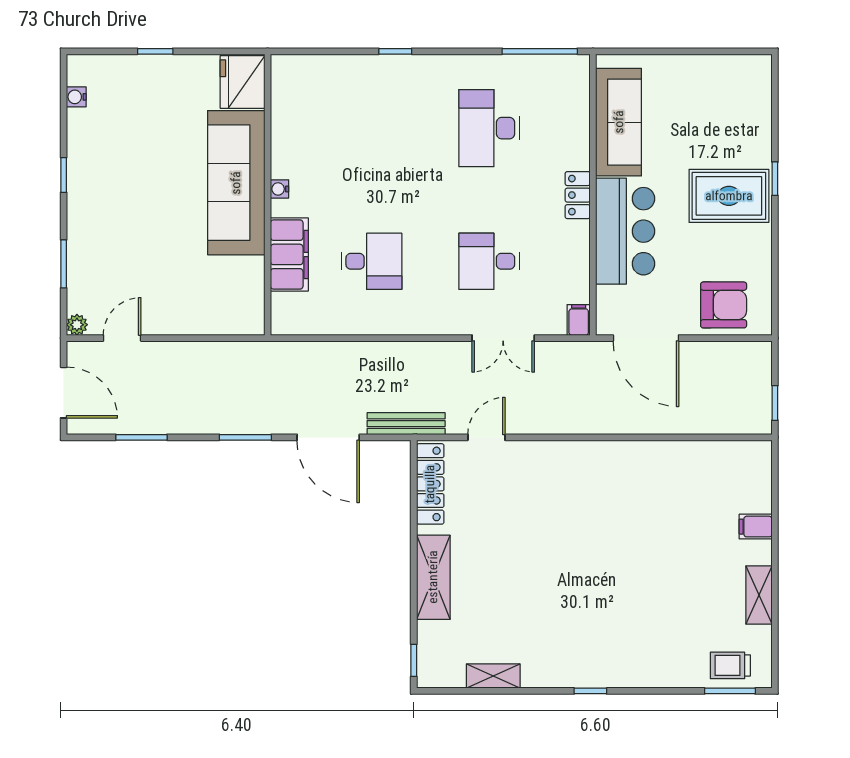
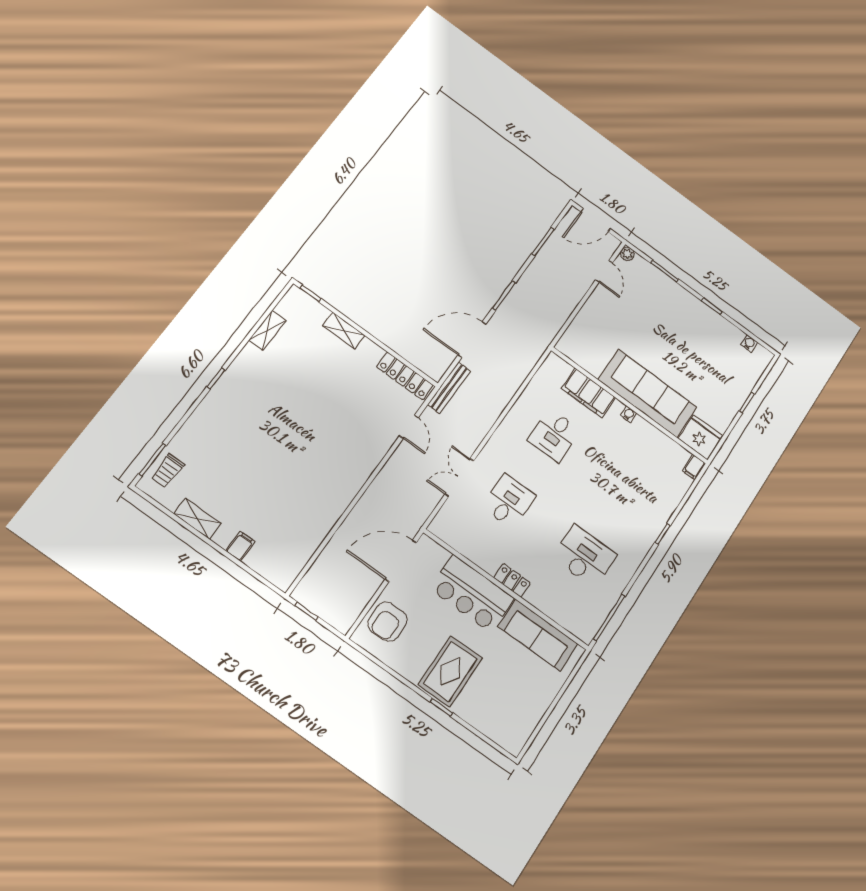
filing cabinet: (579, 320) -> (694, 467), moved, turned 90
shelving: (433, 577) -> (344, 331), width x0.67, depth x0.75
trolley: (730, 665) -> (168, 471), turned 180

